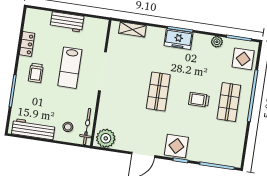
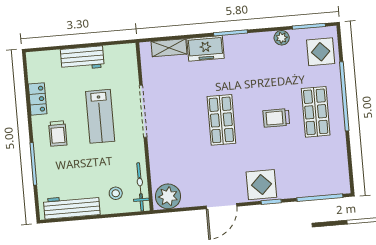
freezer: (178, 39) -> (206, 48), moved

